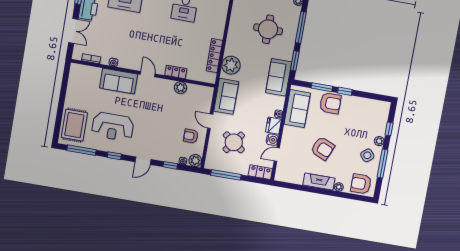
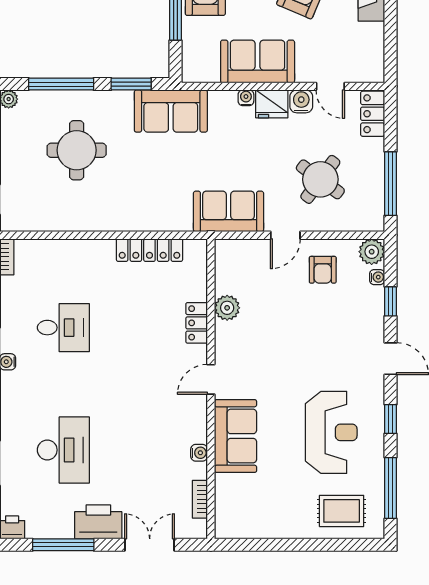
plant: (231, 65) -> (163, 213), removed
sofa: (297, 109) -> (258, 61), moved
rug: (74, 125) -> (342, 511), width x0.73, depth x0.70

